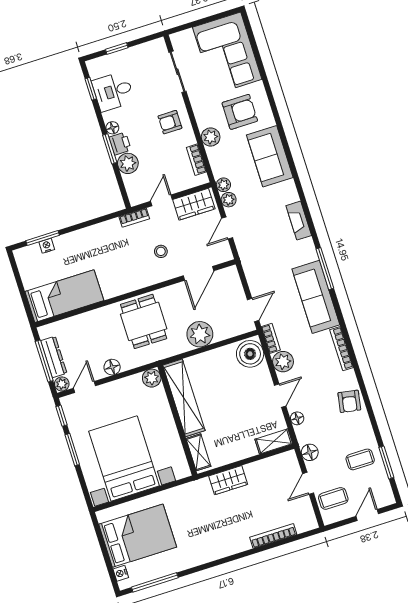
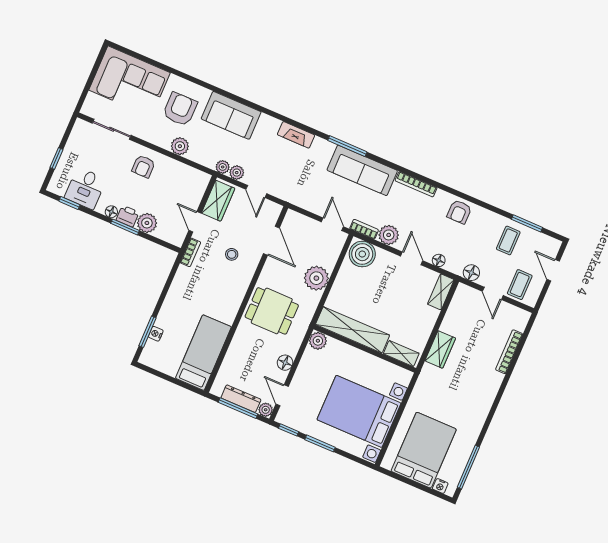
bookcase: (196, 160) -> (187, 171), removed
armchair: (349, 401) -> (459, 212), turned 80

